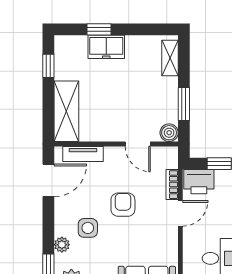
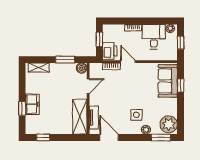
shelving: (66, 111) -> (80, 117), moved, turned 90
armchair: (123, 205) -> (123, 95), removed

